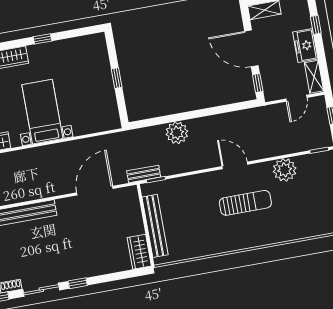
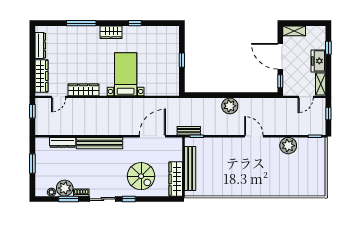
plant: (177, 133) -> (230, 106), moved
sun lounger: (245, 203) -> (256, 164), removed
spiral stairs: (89, 249) -> (141, 176), added
wardrobe: (139, 252) -> (176, 179), width x1.50

